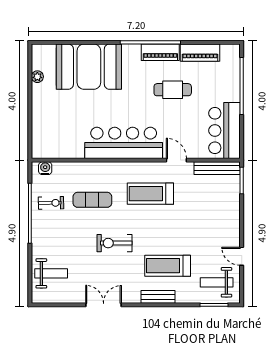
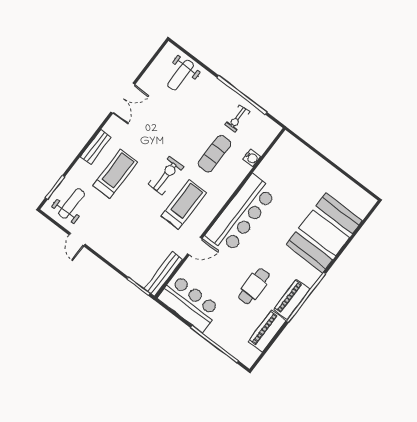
plant: (37, 77) -> (348, 185), removed
water cooler: (45, 168) -> (252, 158), moved
exercise bike: (114, 243) -> (166, 175), moved
door: (242, 256) -> (77, 240), swing flipped

